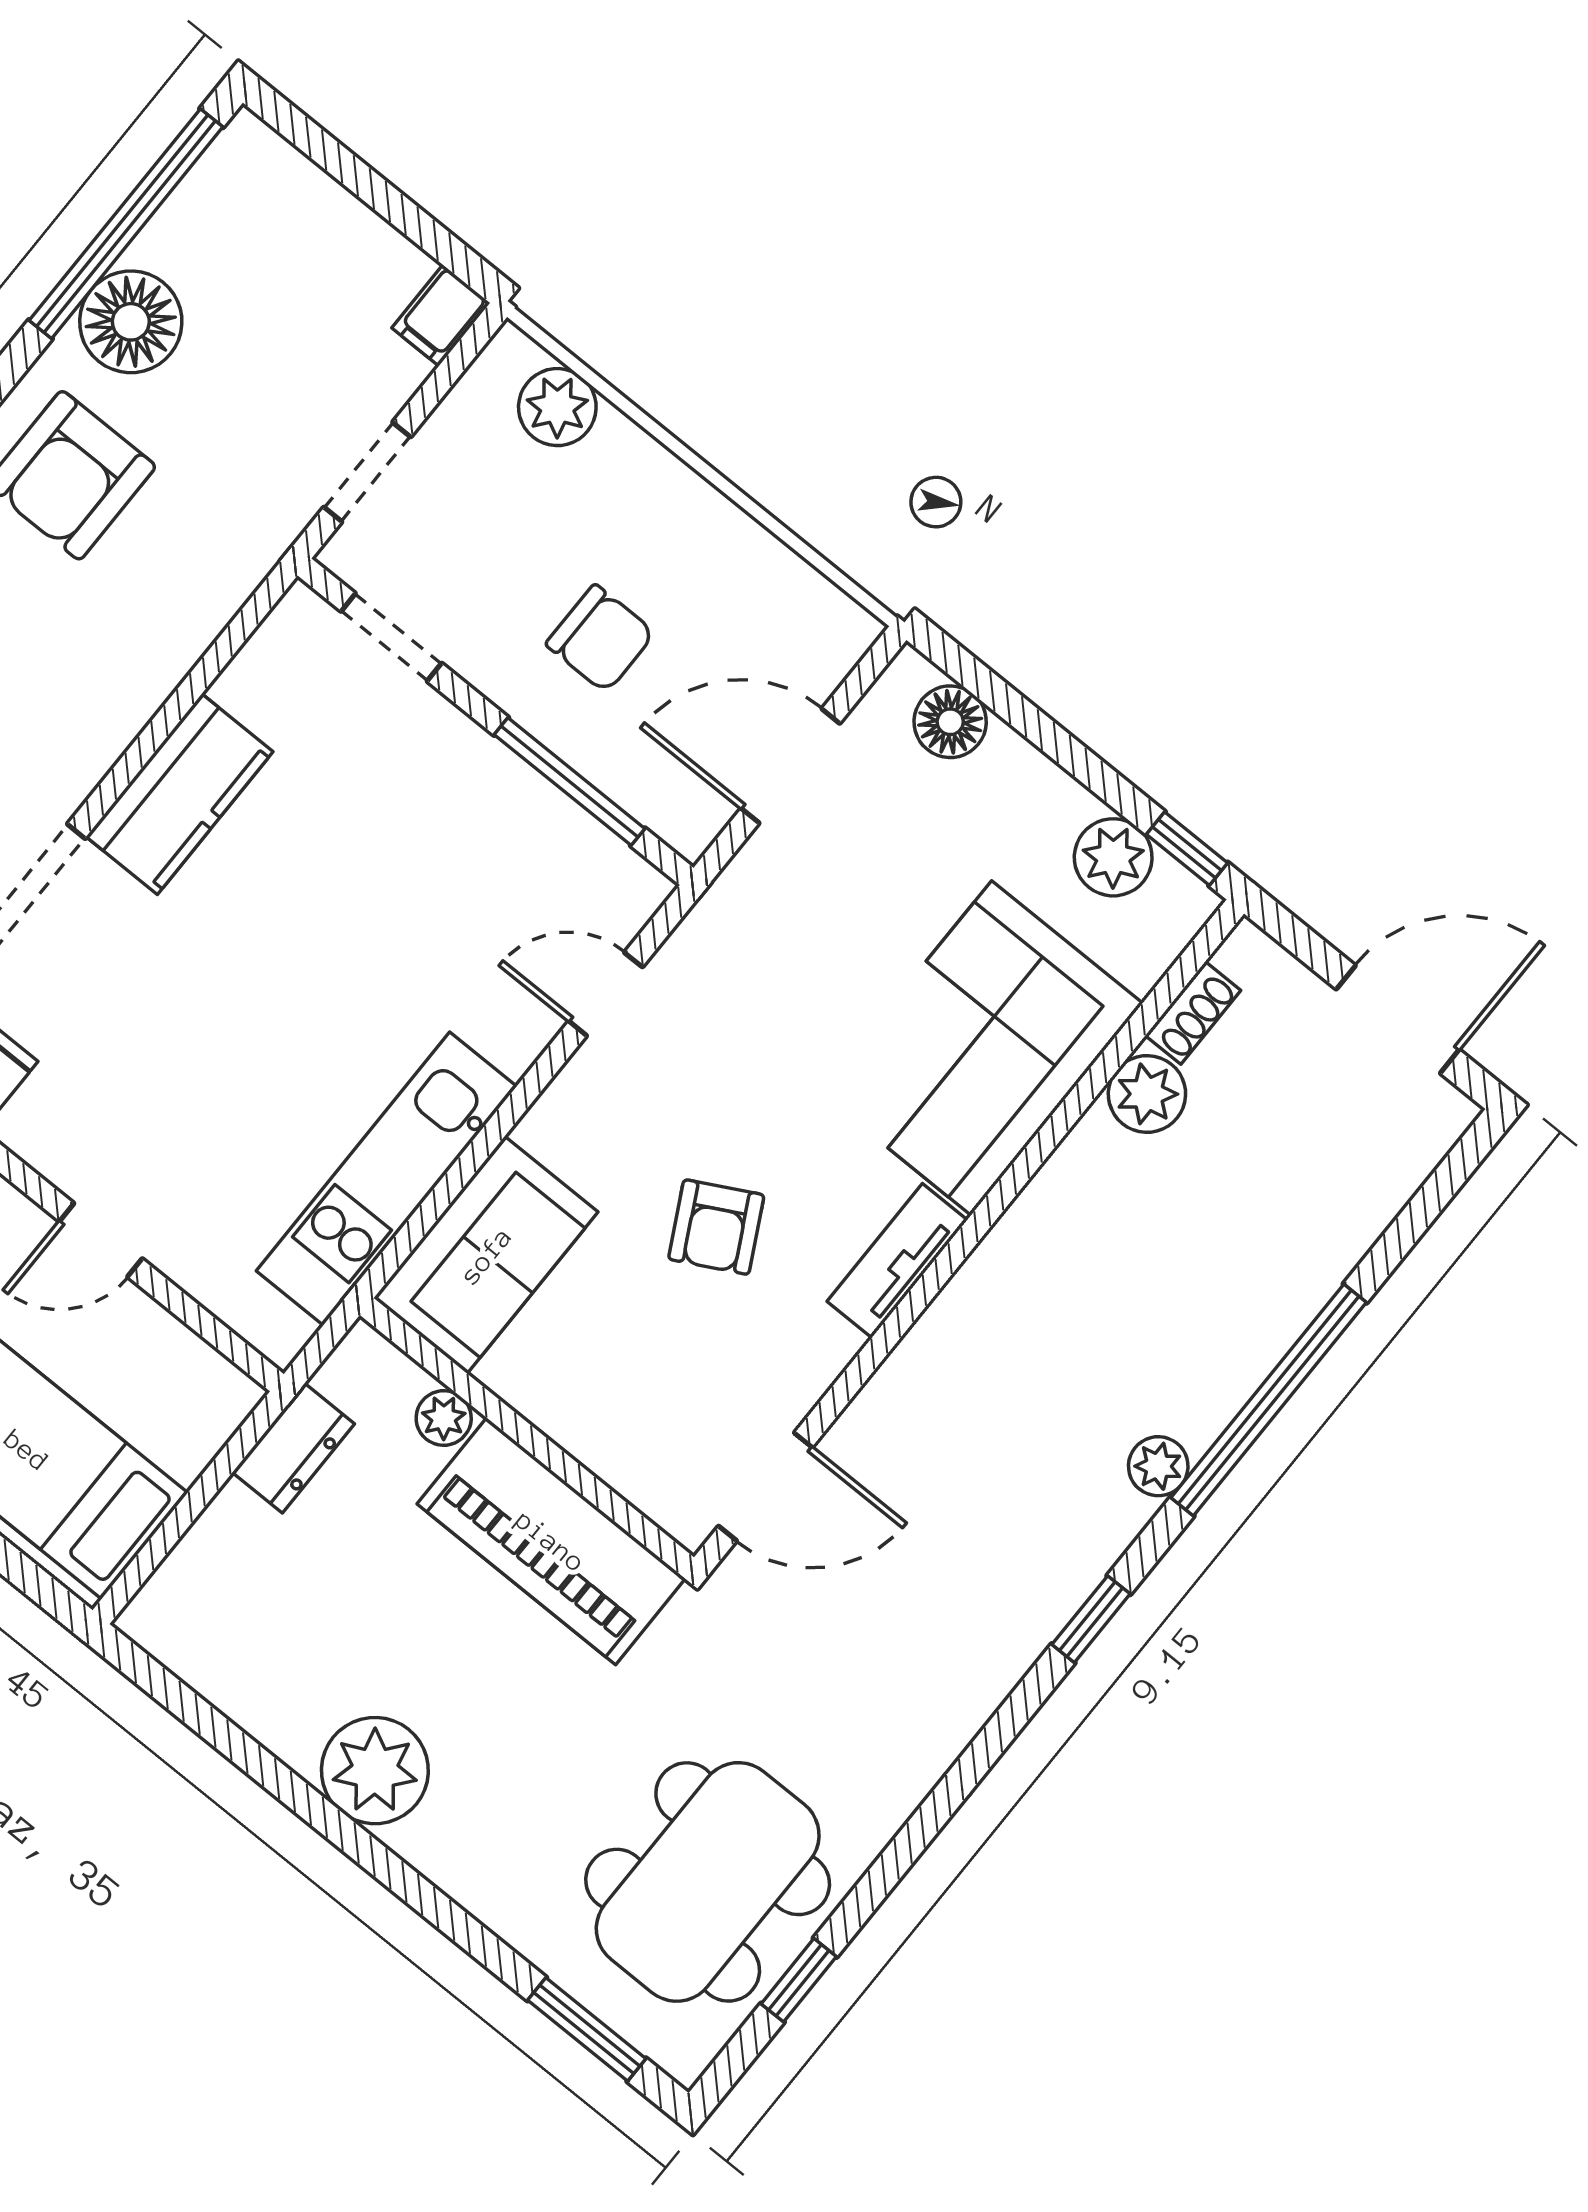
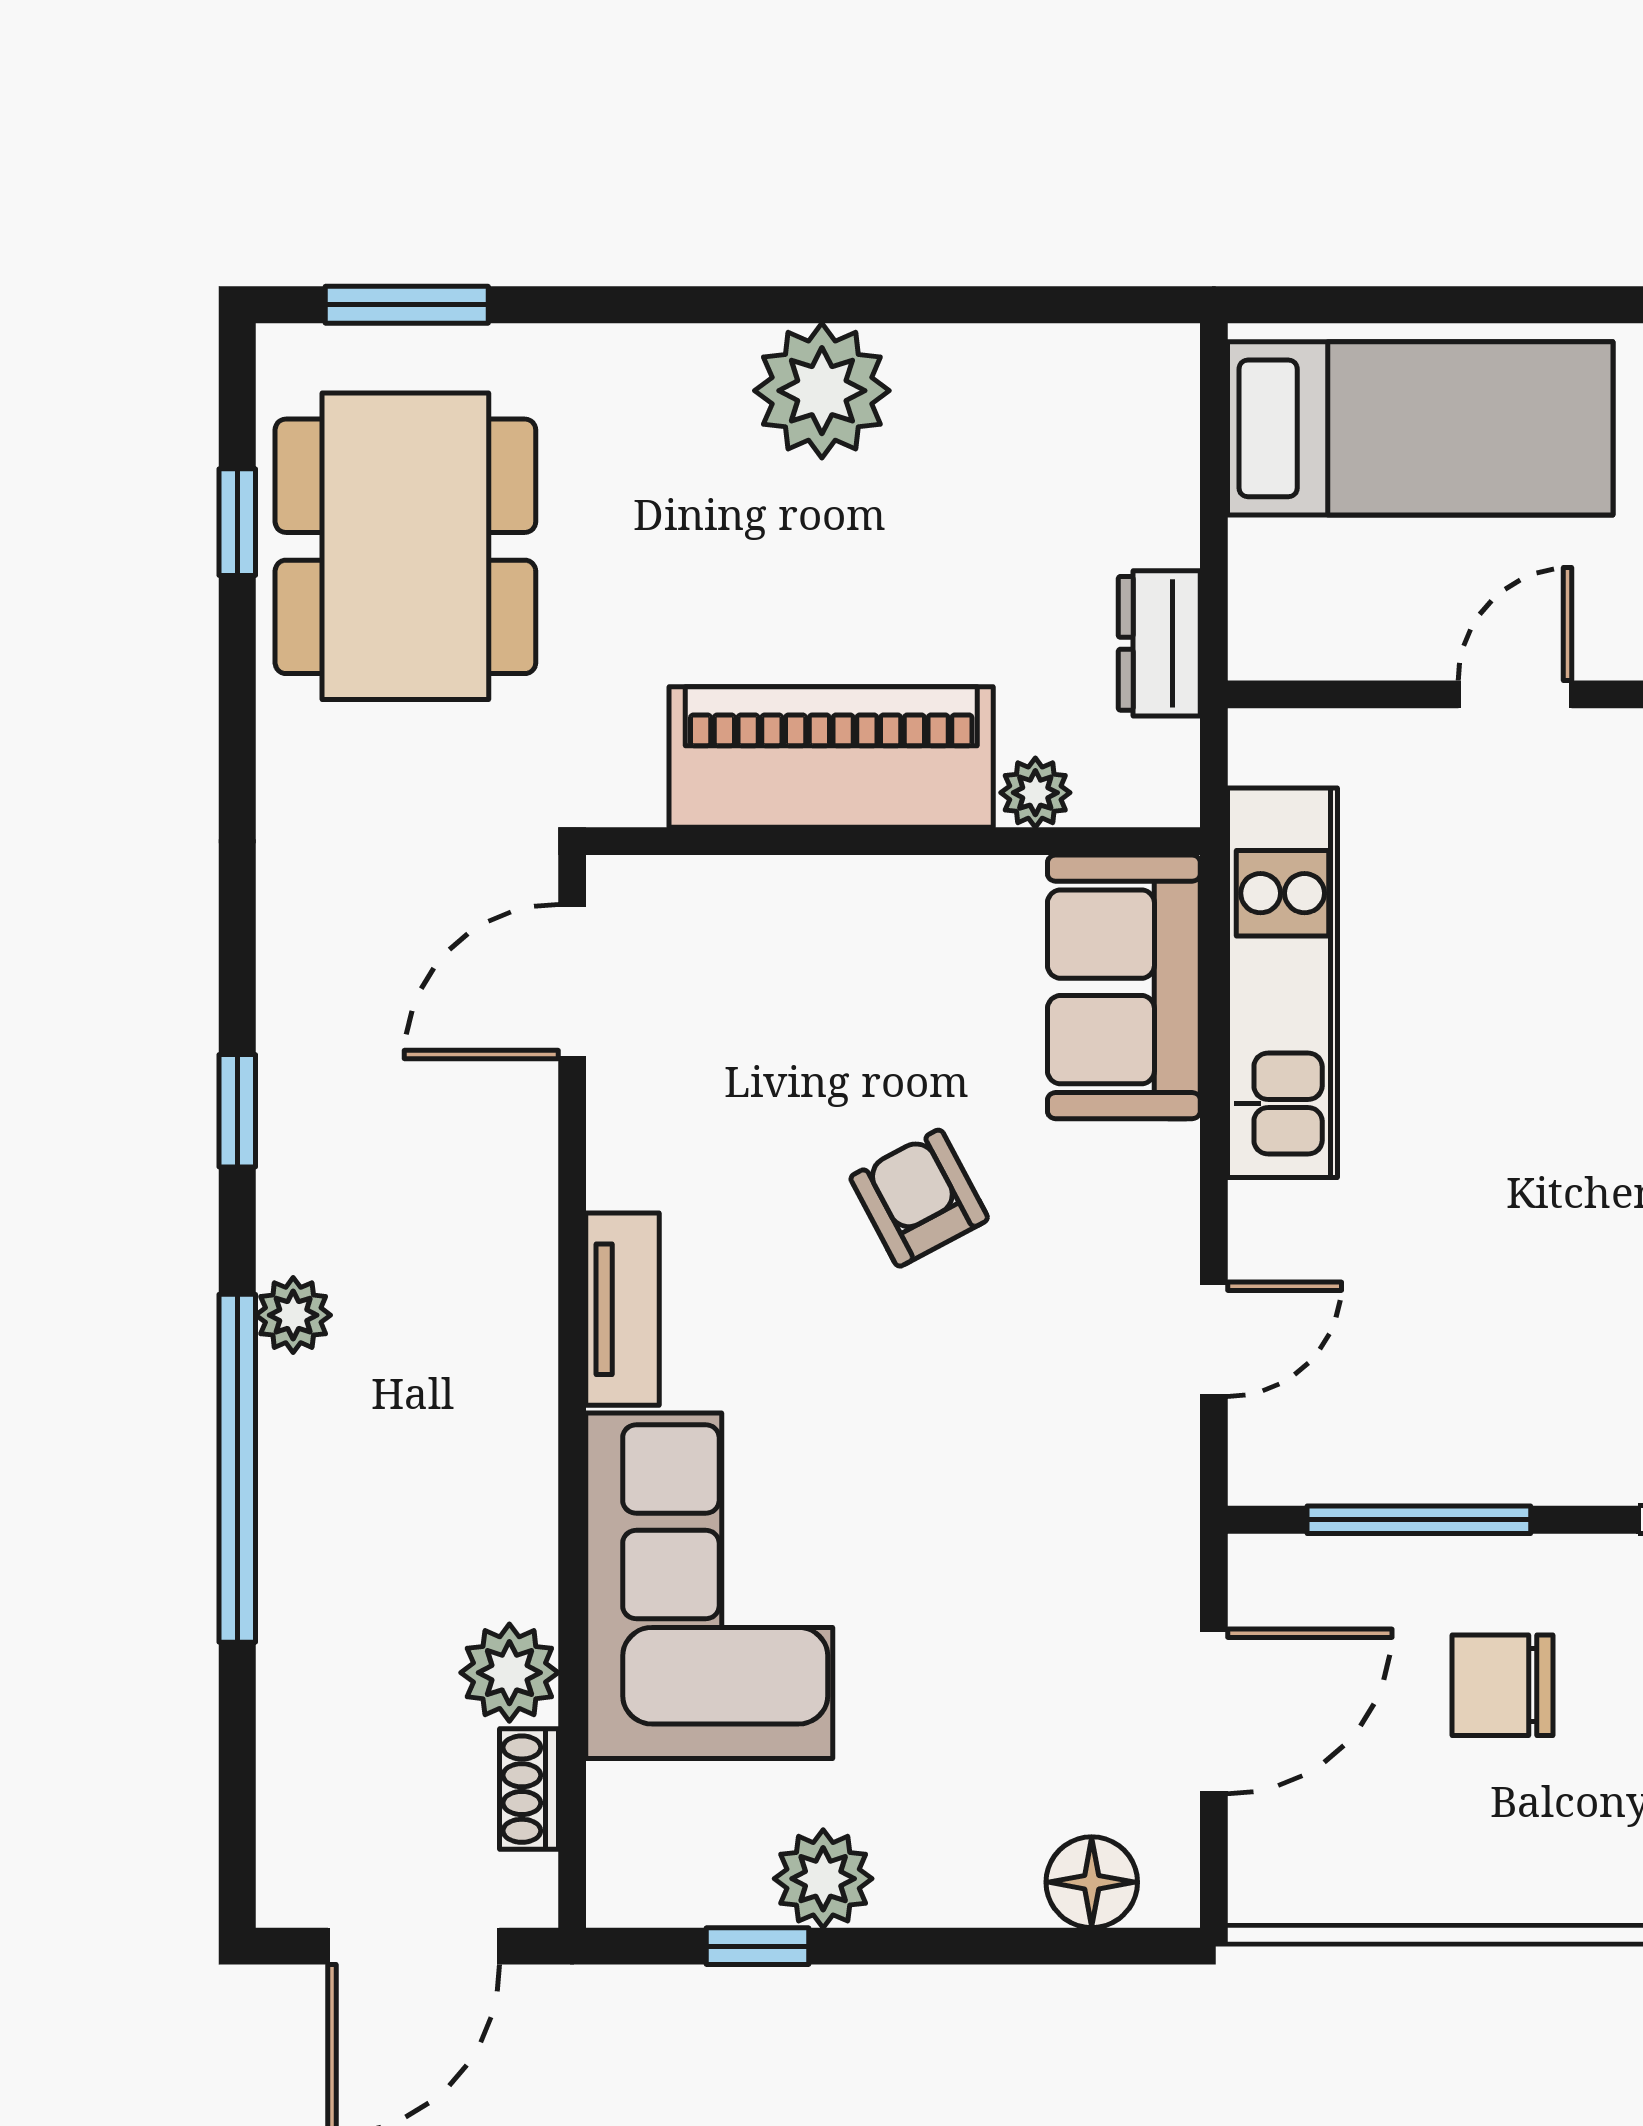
shoe rack: (1193, 1013) -> (529, 1789), moved
corner sofa: (981, 1048) -> (709, 1586), moved
plant: (1147, 1094) -> (509, 1673), moved
wall: (969, 1235) -> (572, 1391), moved
tv unit: (897, 1261) -> (623, 1309), moved
door: (765, 1487) -> (572, 982), moved

